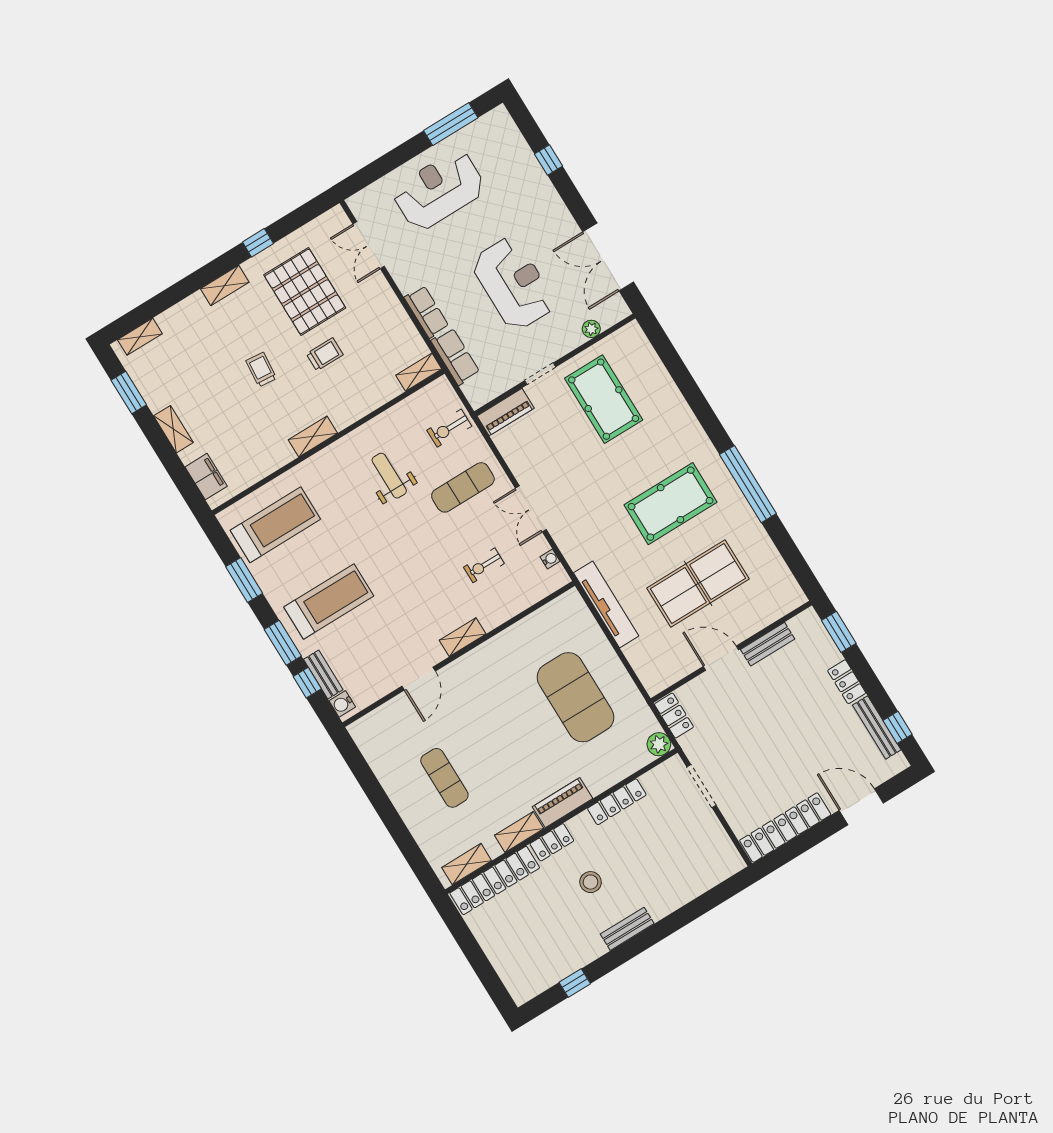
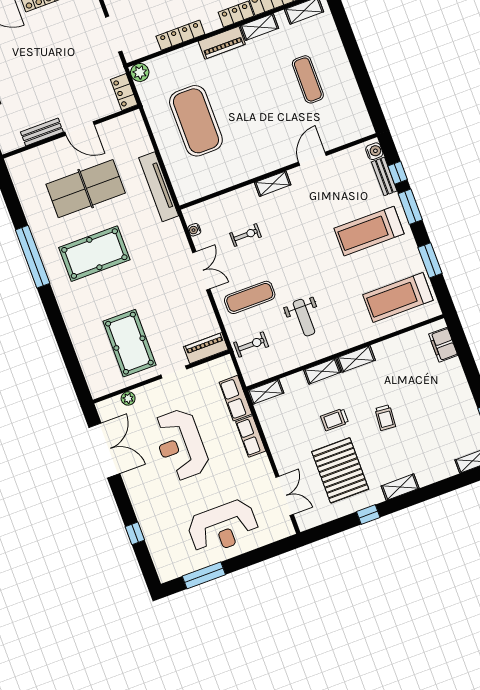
shelving: (173, 429) -> (322, 371), moved, turned 90

